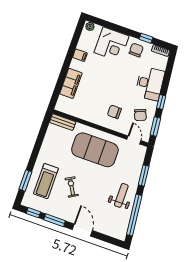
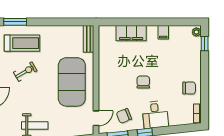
window: (146, 38) -> (205, 44), moved
corner desk: (112, 44) -> (186, 61), removed
desk: (150, 84) -> (155, 115), width x0.73
chair: (114, 112) -> (143, 82), moved
treadmill: (46, 181) -> (22, 43), turned 180

